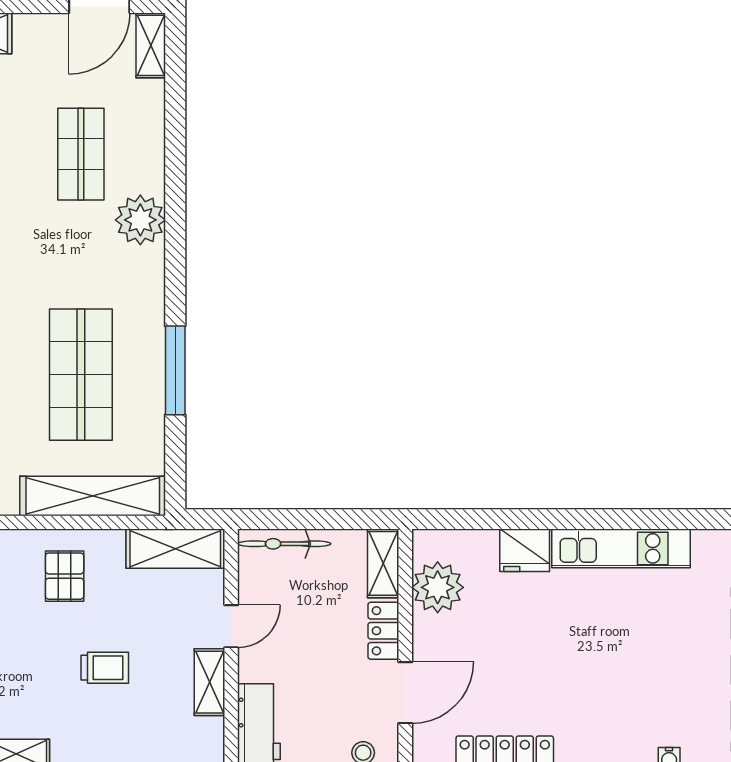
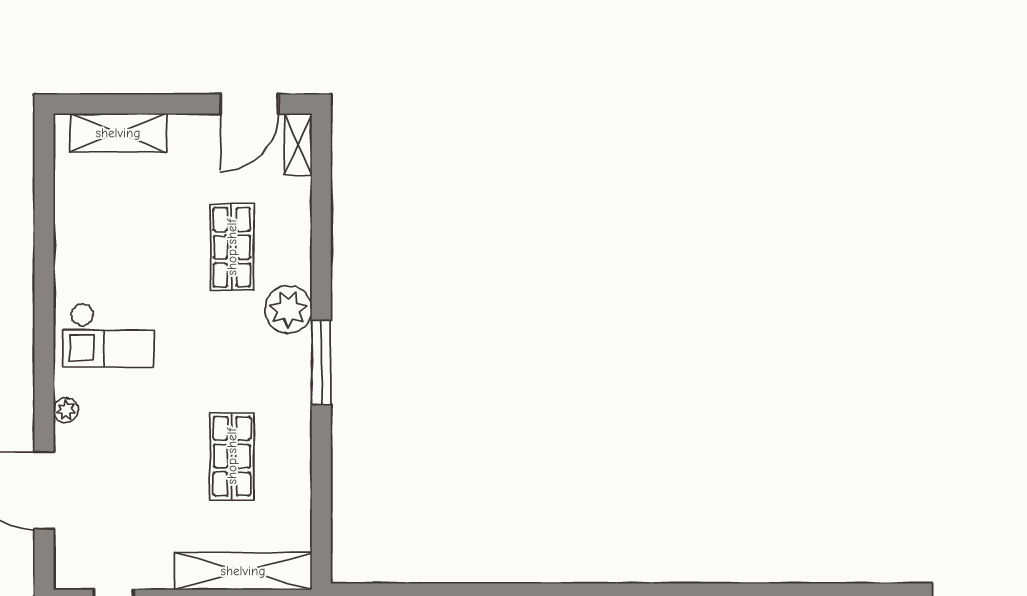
window: (175, 370) -> (321, 363), moved
shop shelf: (81, 375) -> (232, 456), width x0.70, depth x0.74

